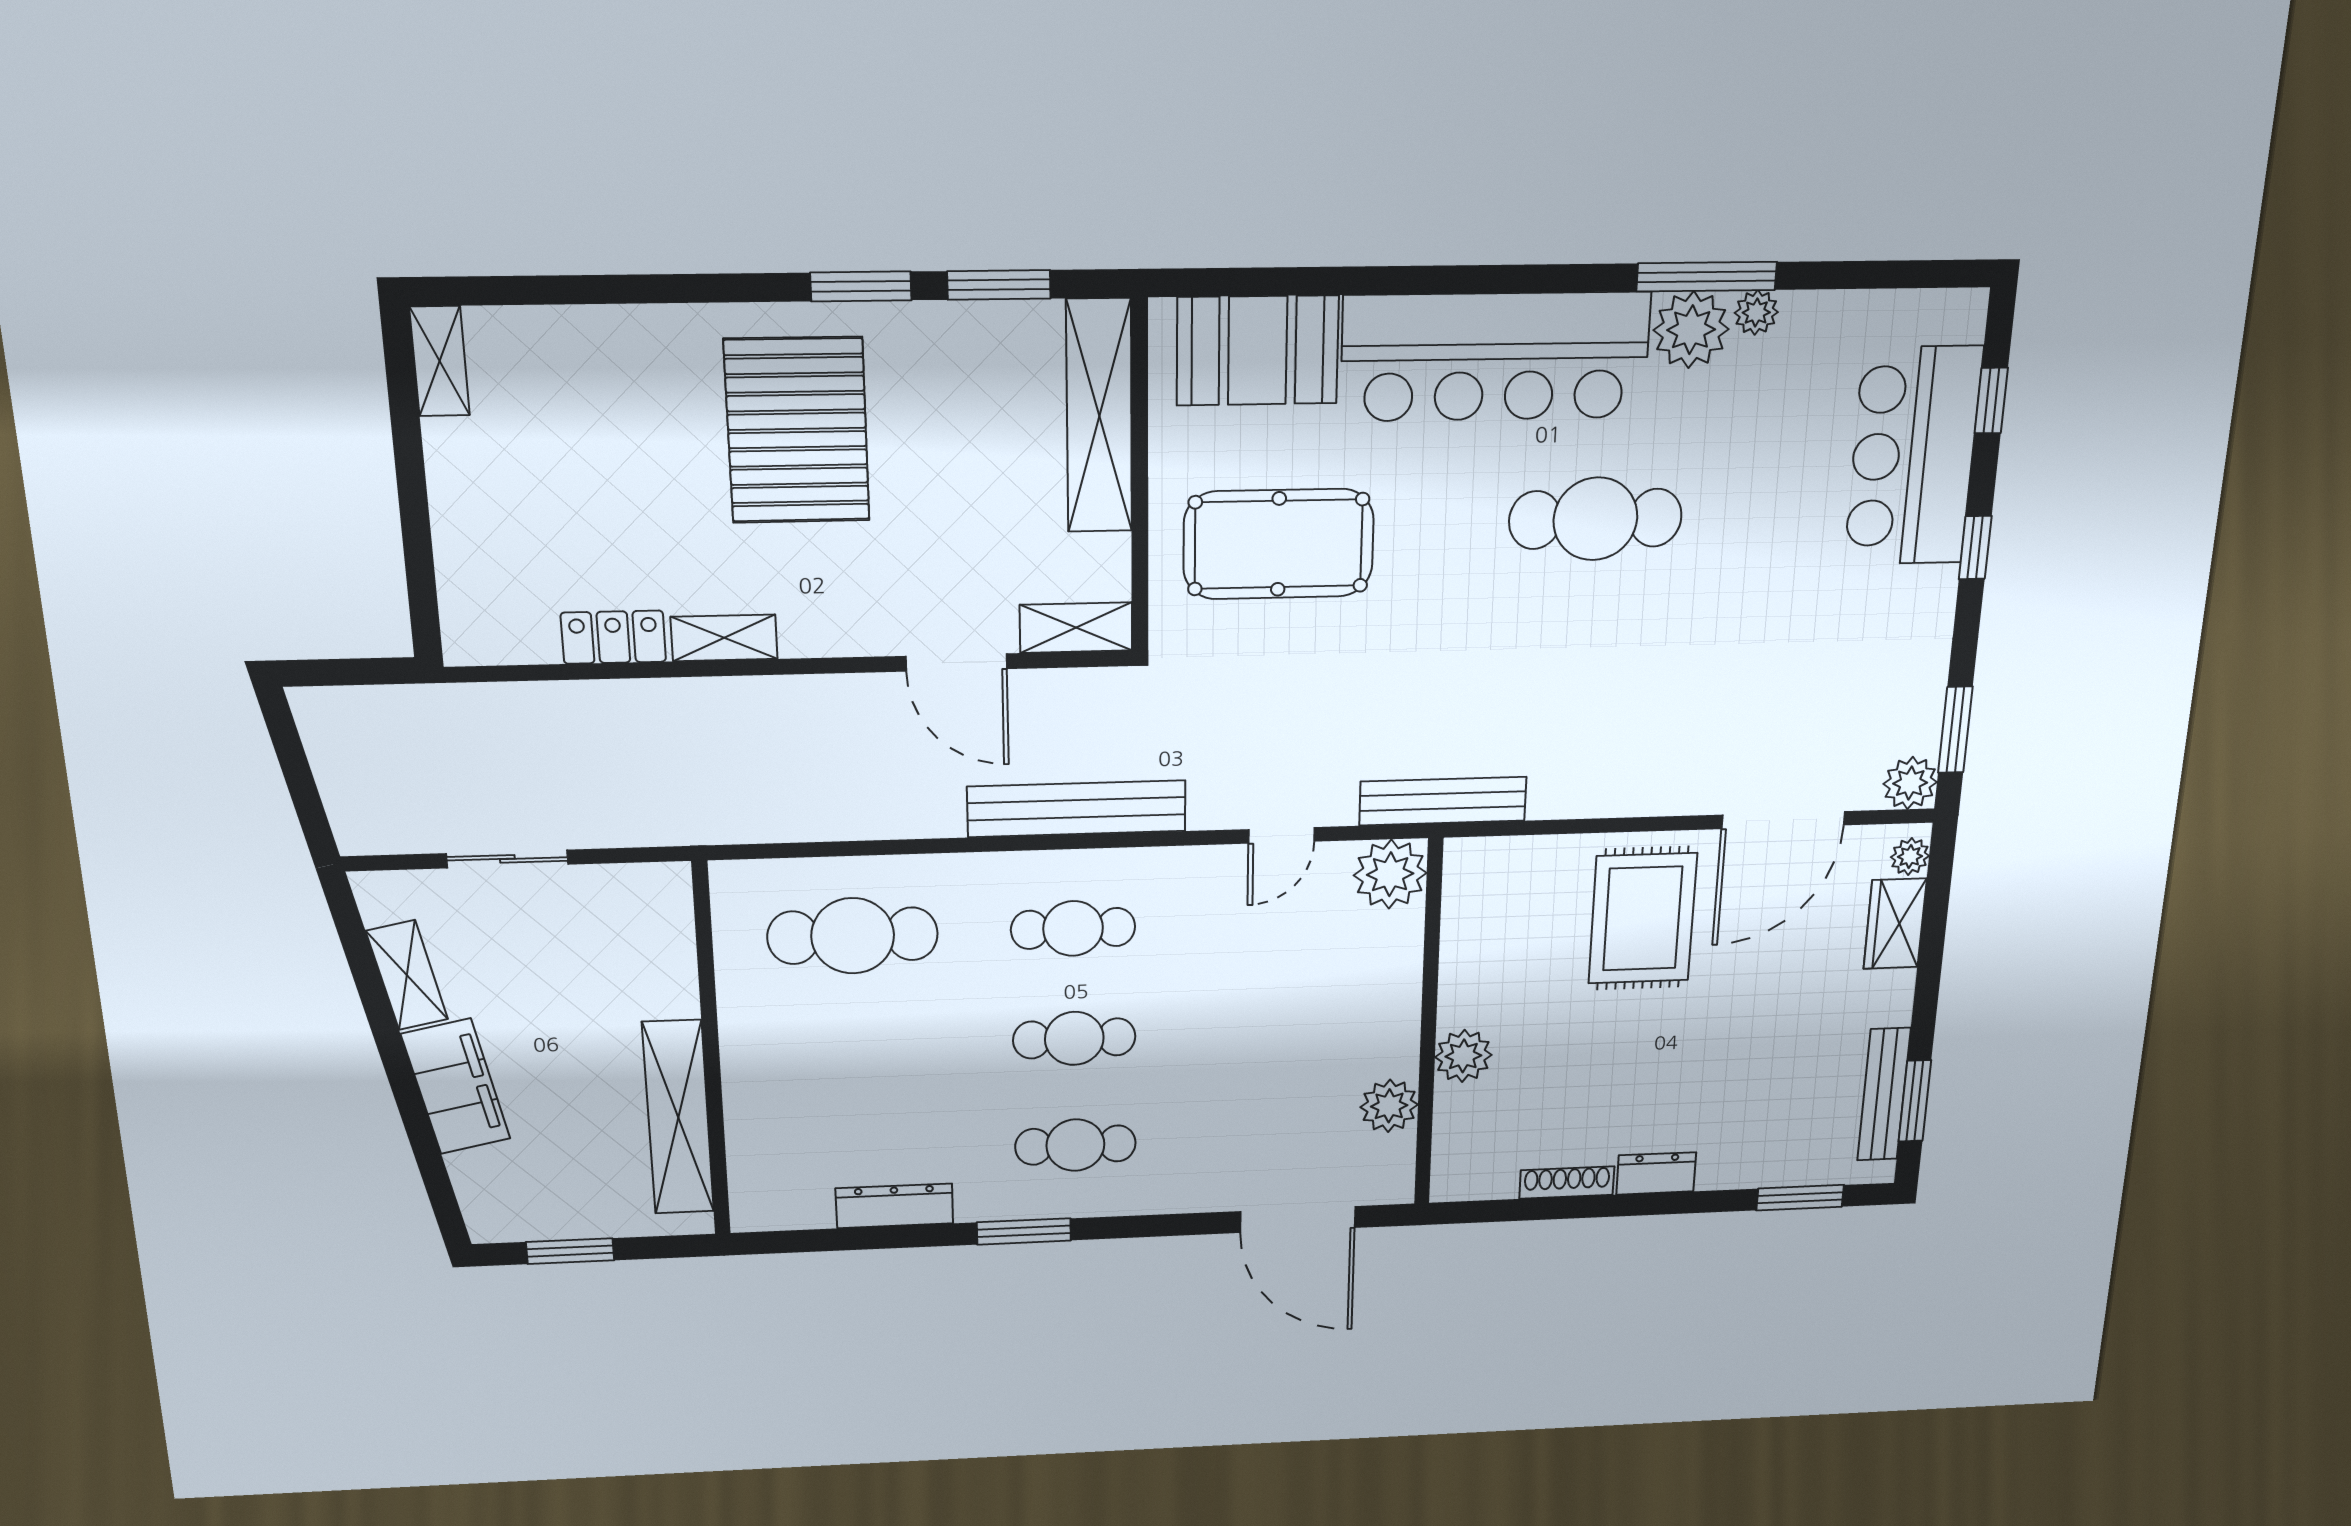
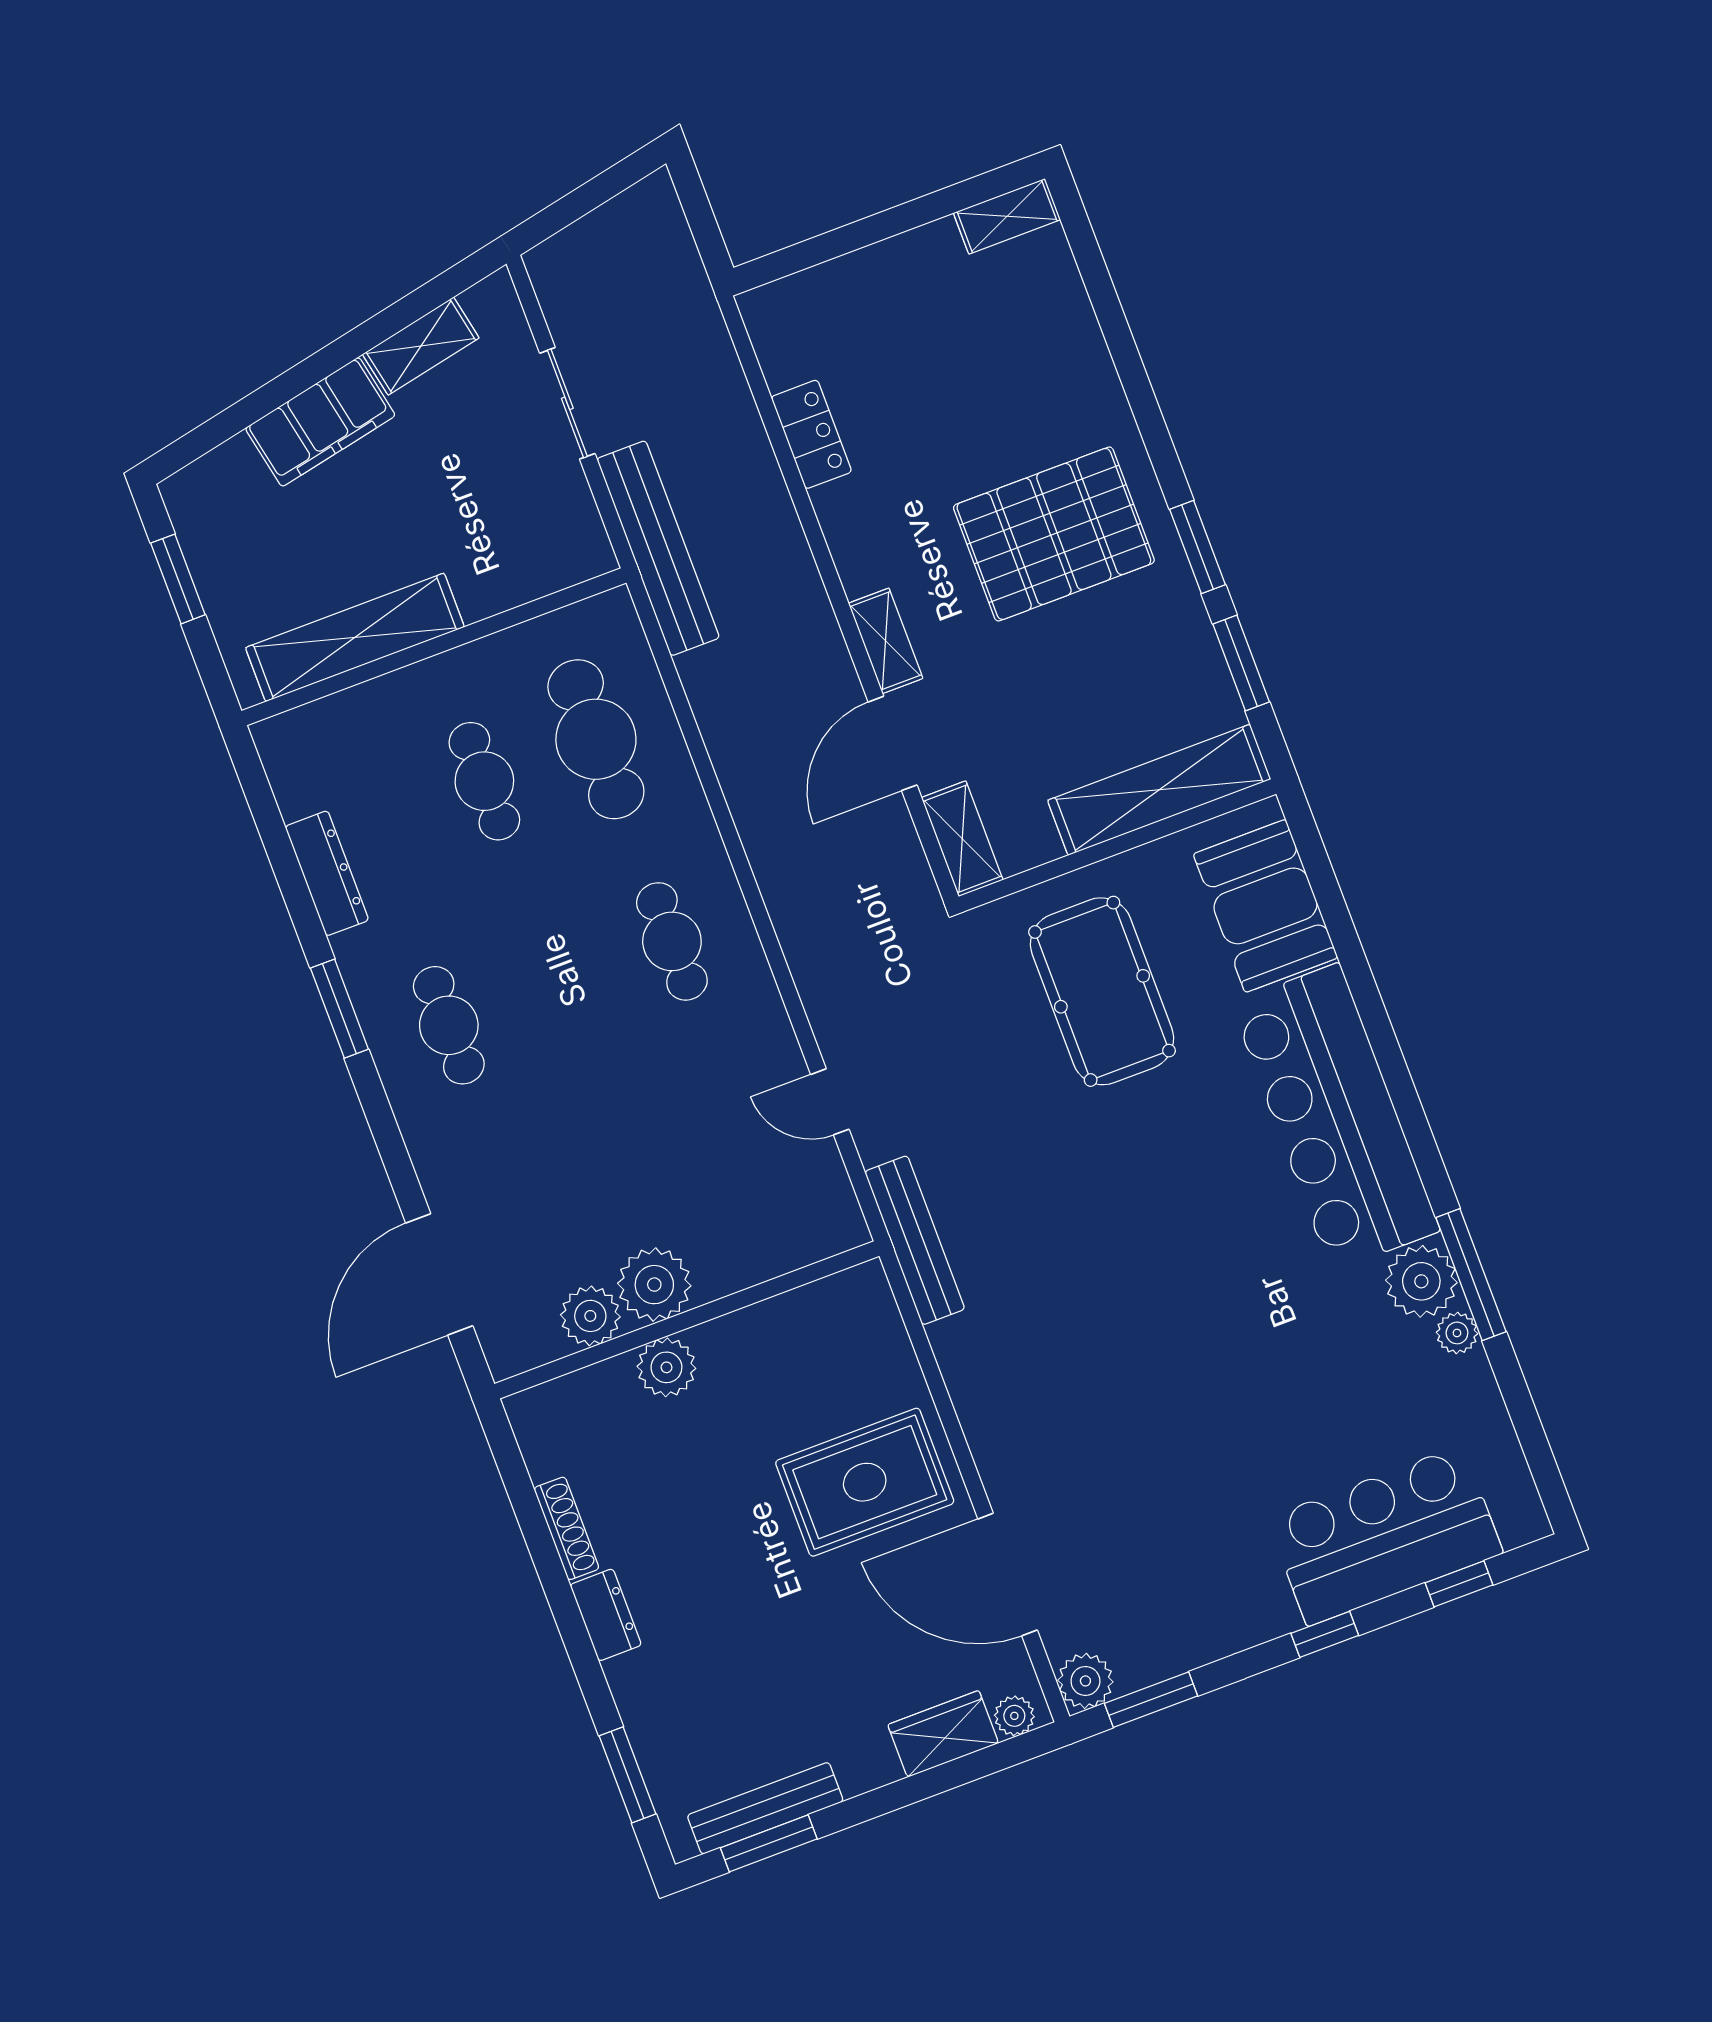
cafe table: (1595, 519) -> (1226, 1269), removed
shelving: (724, 638) -> (886, 641), moved
bench: (1077, 809) -> (658, 548), moved
plant: (1390, 874) -> (654, 1285), moved
cafe table: (1074, 1038) -> (484, 781), moved

